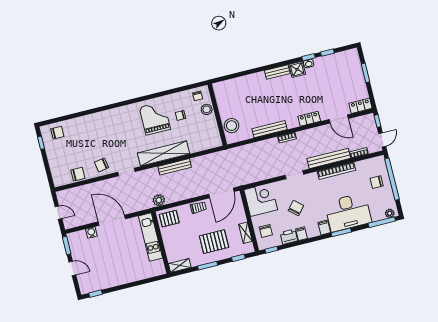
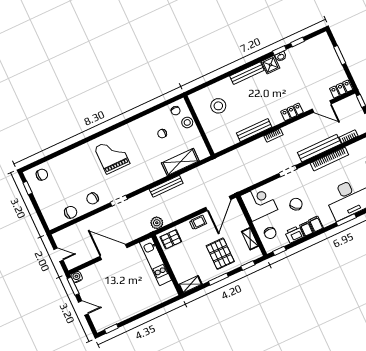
bench: (277, 72) -> (247, 73), width x1.36
grand piano: (155, 118) -> (112, 156), moved
stool: (232, 126) -> (218, 106), moved
shelving: (164, 153) -> (180, 162), moved, width x0.68
filing cabinet: (324, 228) -> (316, 224), moved
water cooler: (91, 233) -> (77, 277), moved
pallet: (214, 242) -> (220, 254), turned 90

